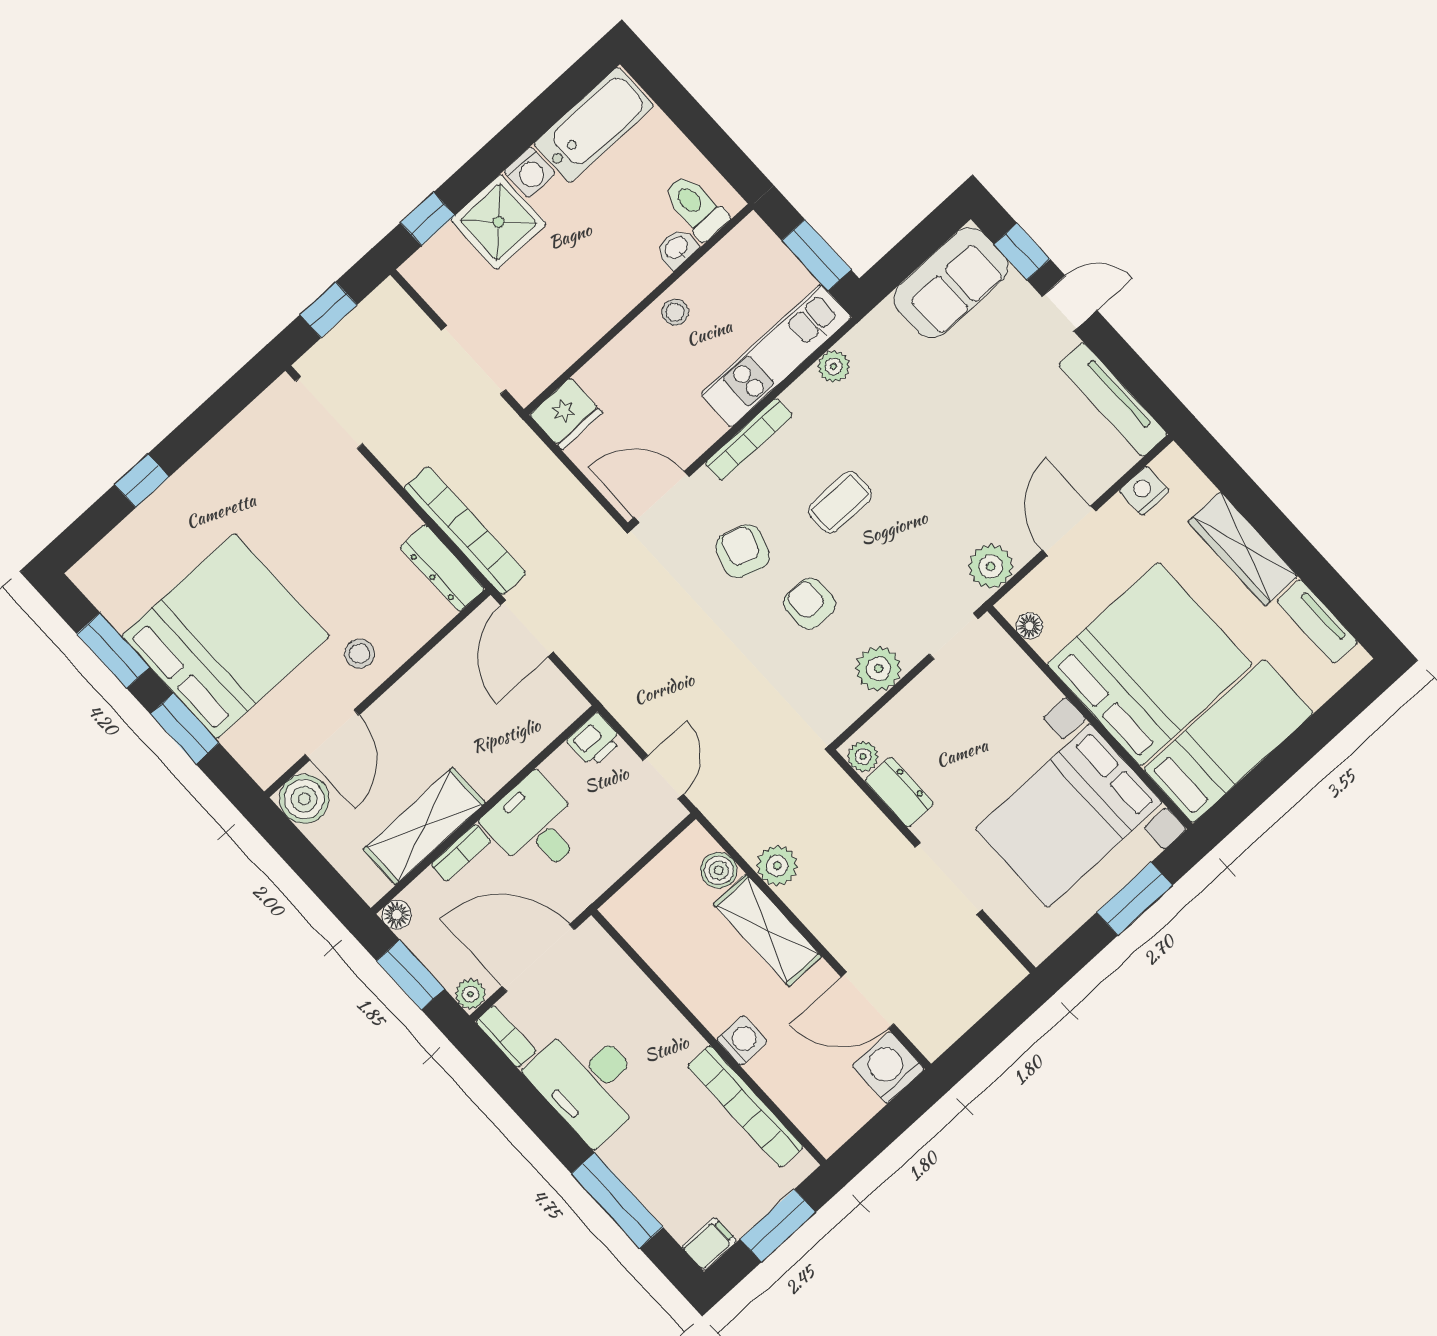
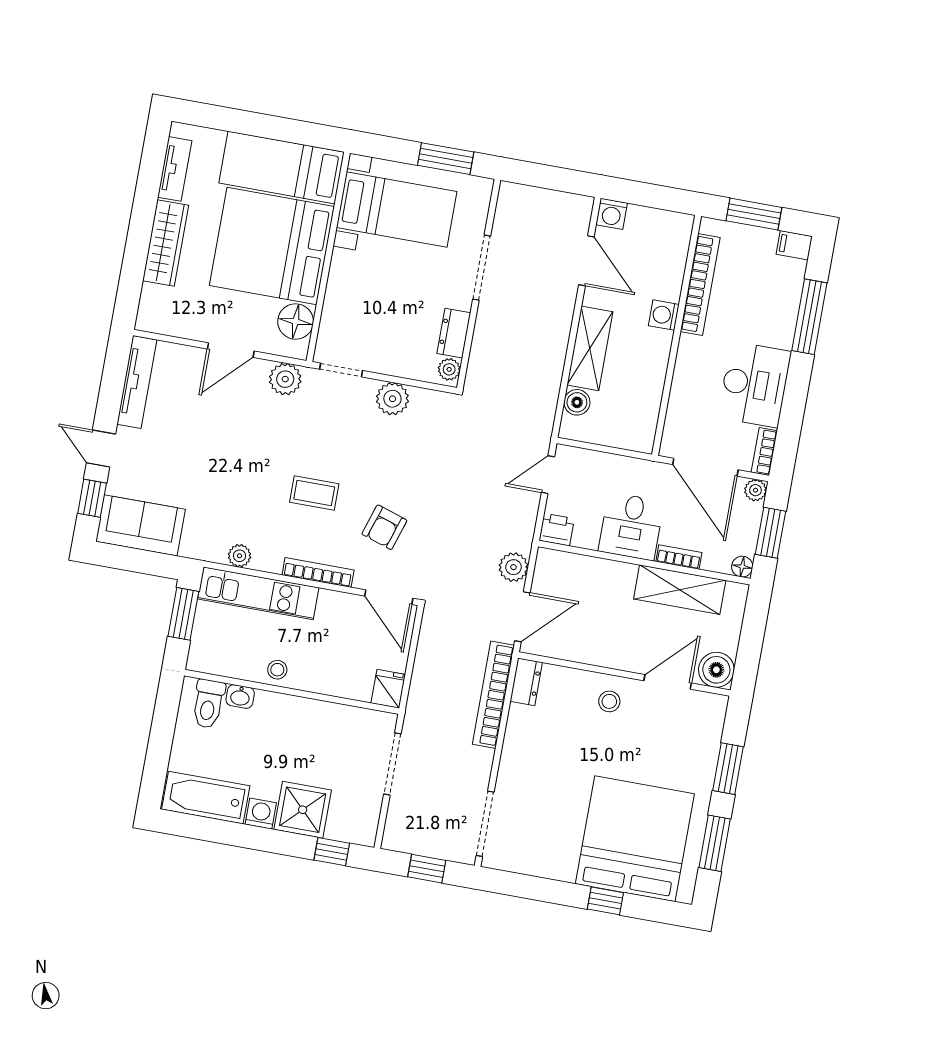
fridge: (566, 414) -> (388, 689), width x0.72
nightstand: (1144, 491) -> (175, 325), removed
dresser: (442, 568) -> (526, 682), width x0.70
armchair: (809, 604) -> (385, 466), removed
floor lamp: (1029, 626) -> (296, 322), width x1.89, depth x1.89
bed: (225, 636) -> (635, 839), moved, turned 90
bed with nightstands: (1069, 816) -> (397, 209), width x0.73
plant: (777, 866) -> (513, 567), moved
window: (1135, 899) -> (446, 159), moved
washing machine: (888, 1068) -> (612, 214), width x0.73, depth x0.73

